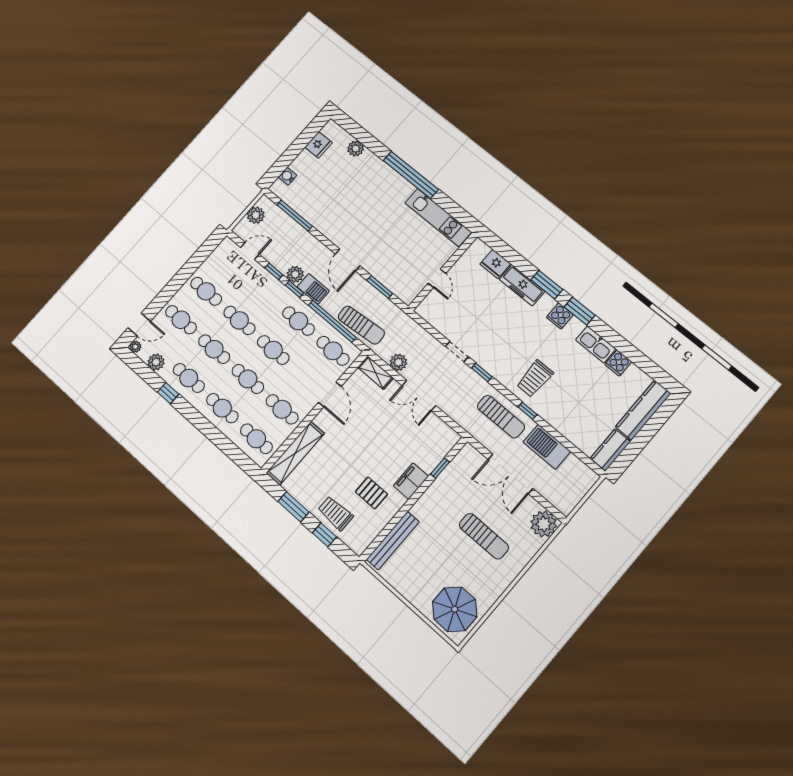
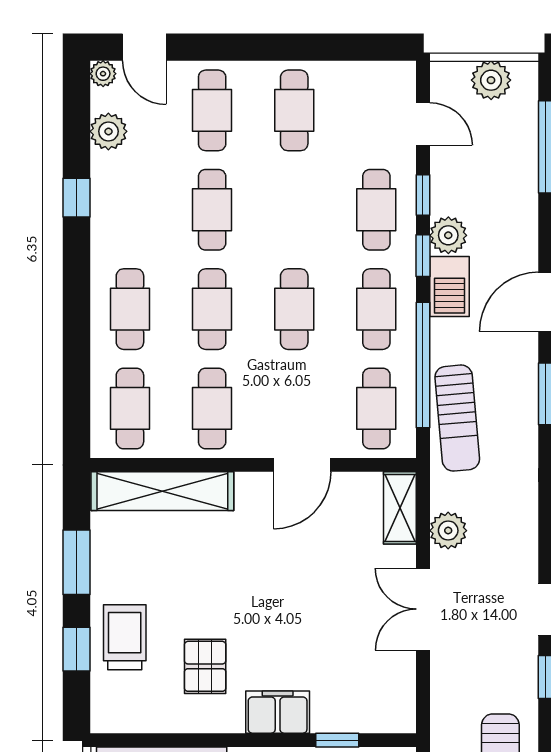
cafe table: (239, 320) -> (376, 210), moved
cafe table: (189, 378) -> (130, 210), removed

